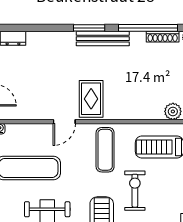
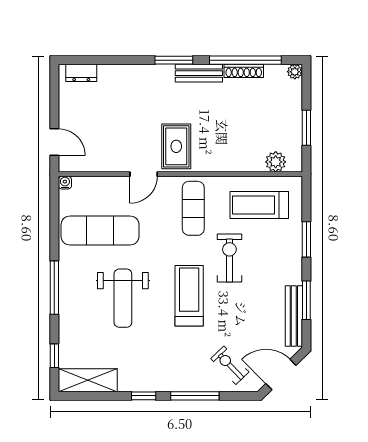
shoe rack: (163, 37) -> (244, 71), moved
bench: (103, 39) -> (199, 73), width x0.73

